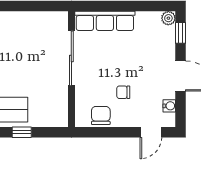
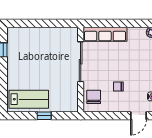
chair: (101, 115) -> (94, 97), moved

